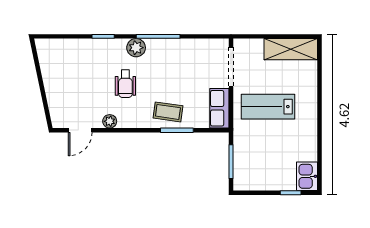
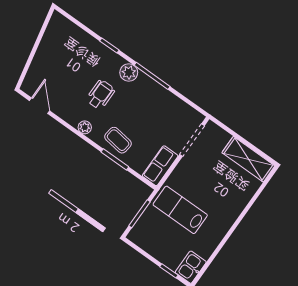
wheelchair: (125, 84) -> (101, 95), turned 180
lab bench: (268, 107) -> (180, 210), moved
plant: (110, 121) -> (85, 127), moved
door: (80, 130) -> (40, 106), swing flipped

